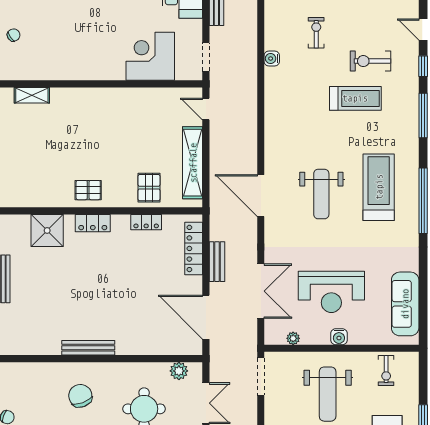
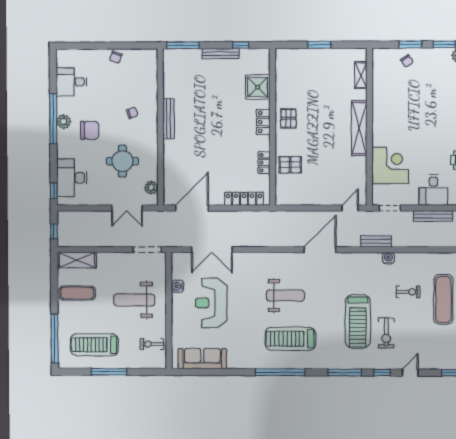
exercise bike: (371, 61) -> (386, 333), turned 180
treadmill: (355, 98) -> (358, 321), width x1.37, depth x1.38
shelving: (193, 163) -> (359, 128), moved, turned 90
treadmill: (379, 187) -> (290, 339), turned 180
weight bench: (321, 194) -> (285, 296), turned 180
door: (261, 196) -> (320, 250), moved
bench: (217, 262) -> (376, 241), moved
water cooler: (339, 337) -> (177, 286), moved
plant: (293, 338) -> (176, 274), removed
chair: (80, 396) -> (132, 113), width x0.54, depth x0.54

